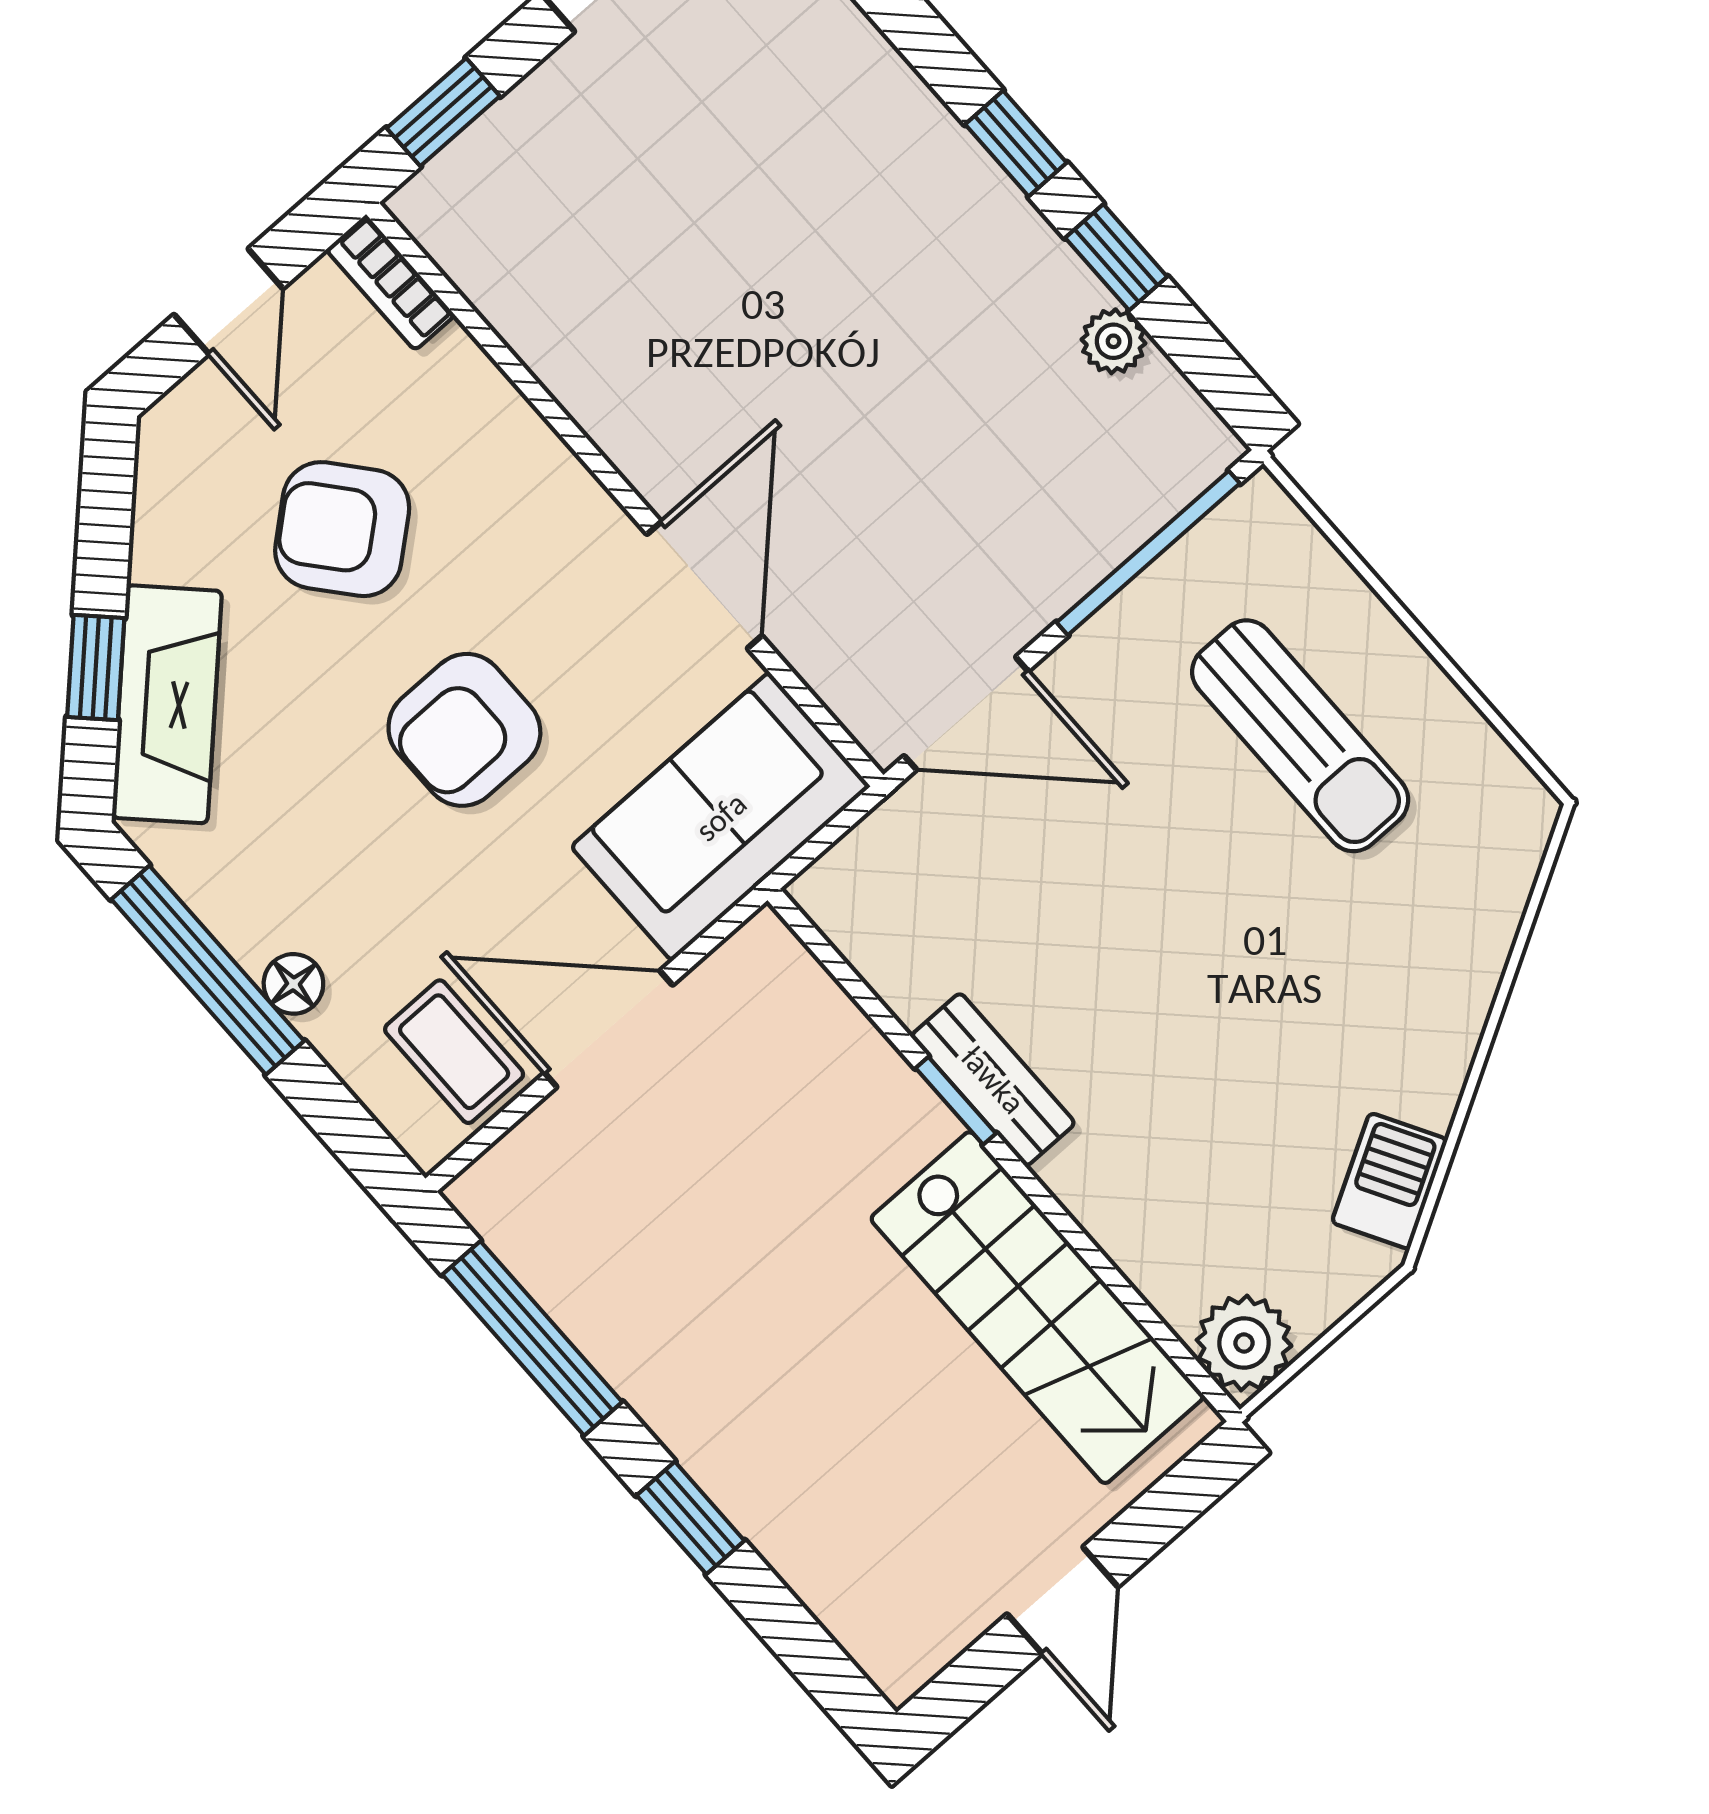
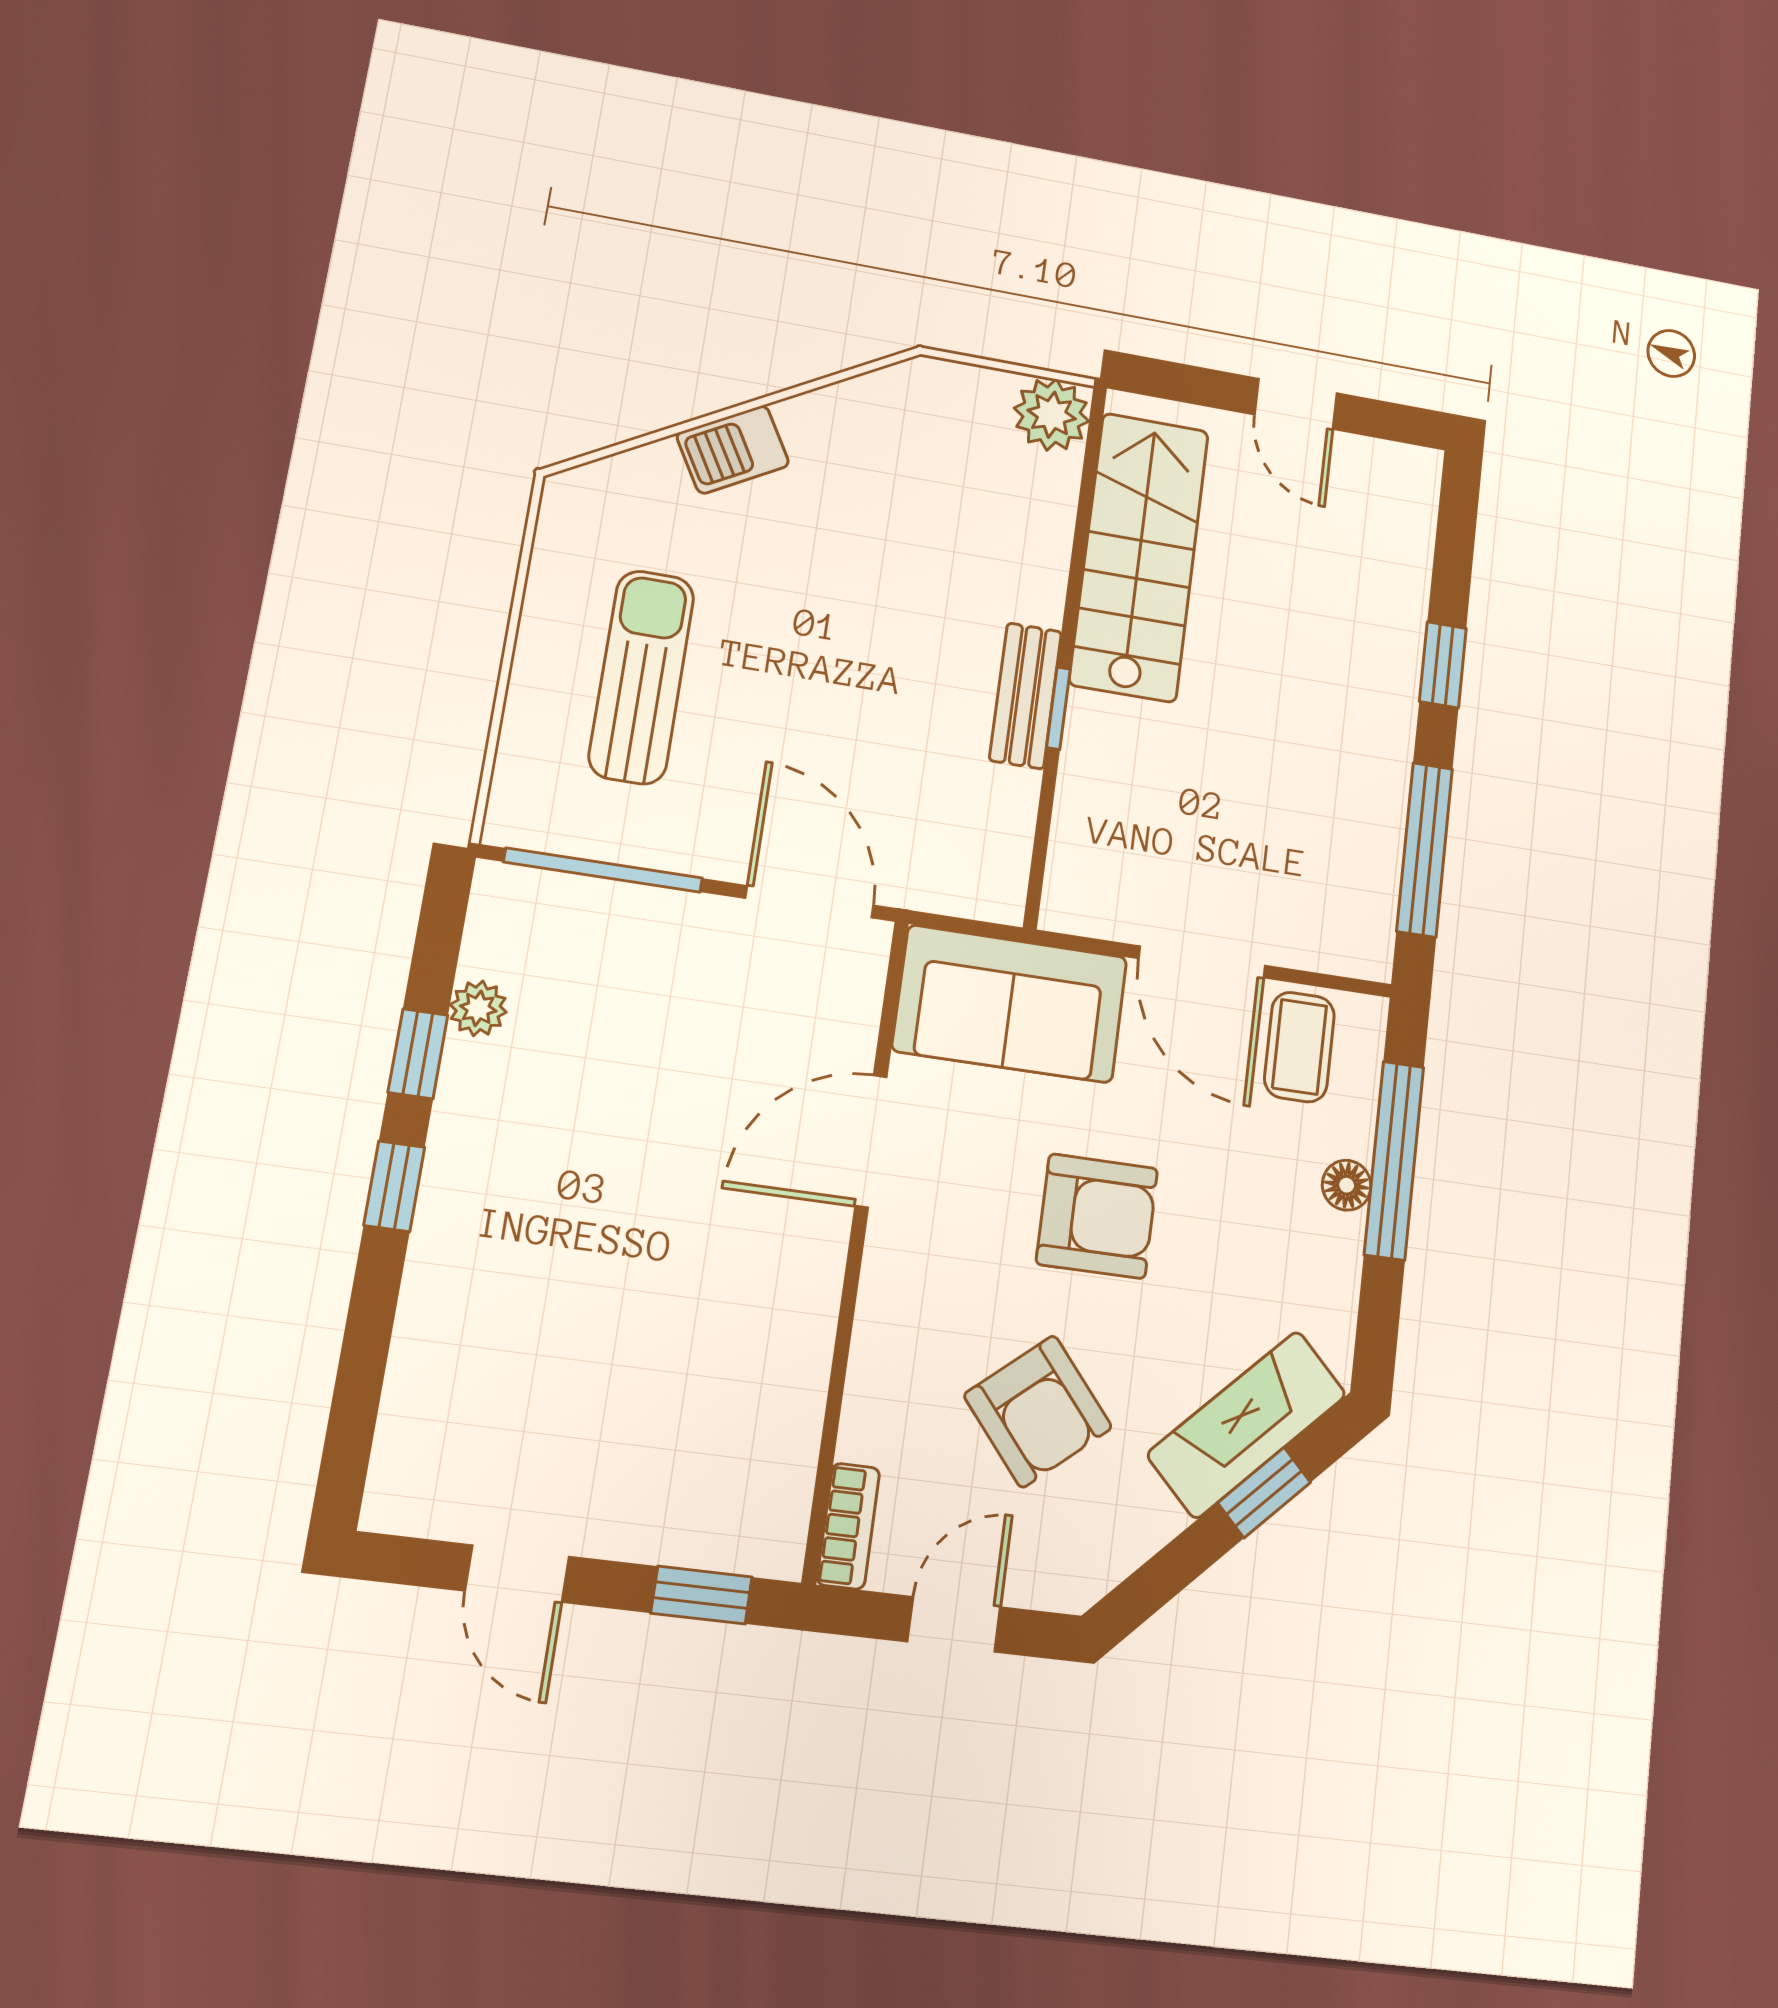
window: (208, 970) -> (1394, 1160), moved
barbecue: (1390, 1181) -> (733, 449), moved
door: (1063, 1600) -> (1296, 404), swing flipped

